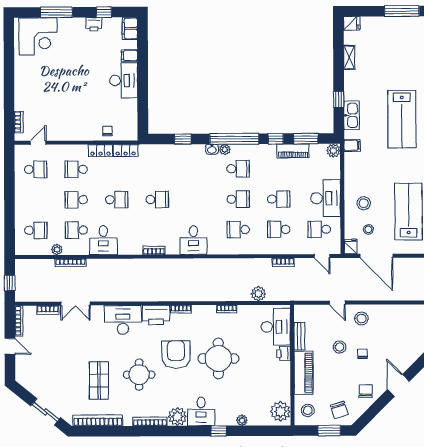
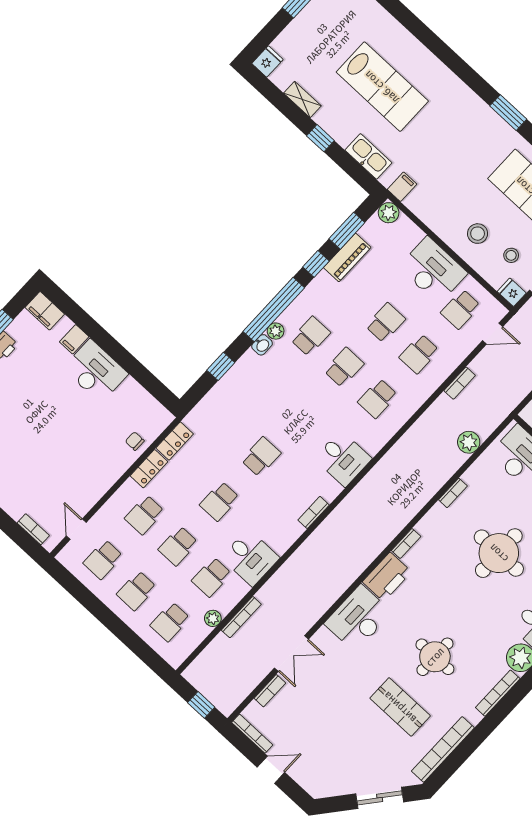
window: (339, 99) -> (320, 138), moved
lab bench: (402, 119) -> (382, 87), moved
school desk: (36, 169) -> (103, 559), turned 180
school desk: (36, 200) -> (136, 591), added
school desk: (117, 200) -> (219, 501), turned 180
school desk: (36, 230) -> (170, 622), turned 180
armchair: (176, 355) -> (451, 596), removed

